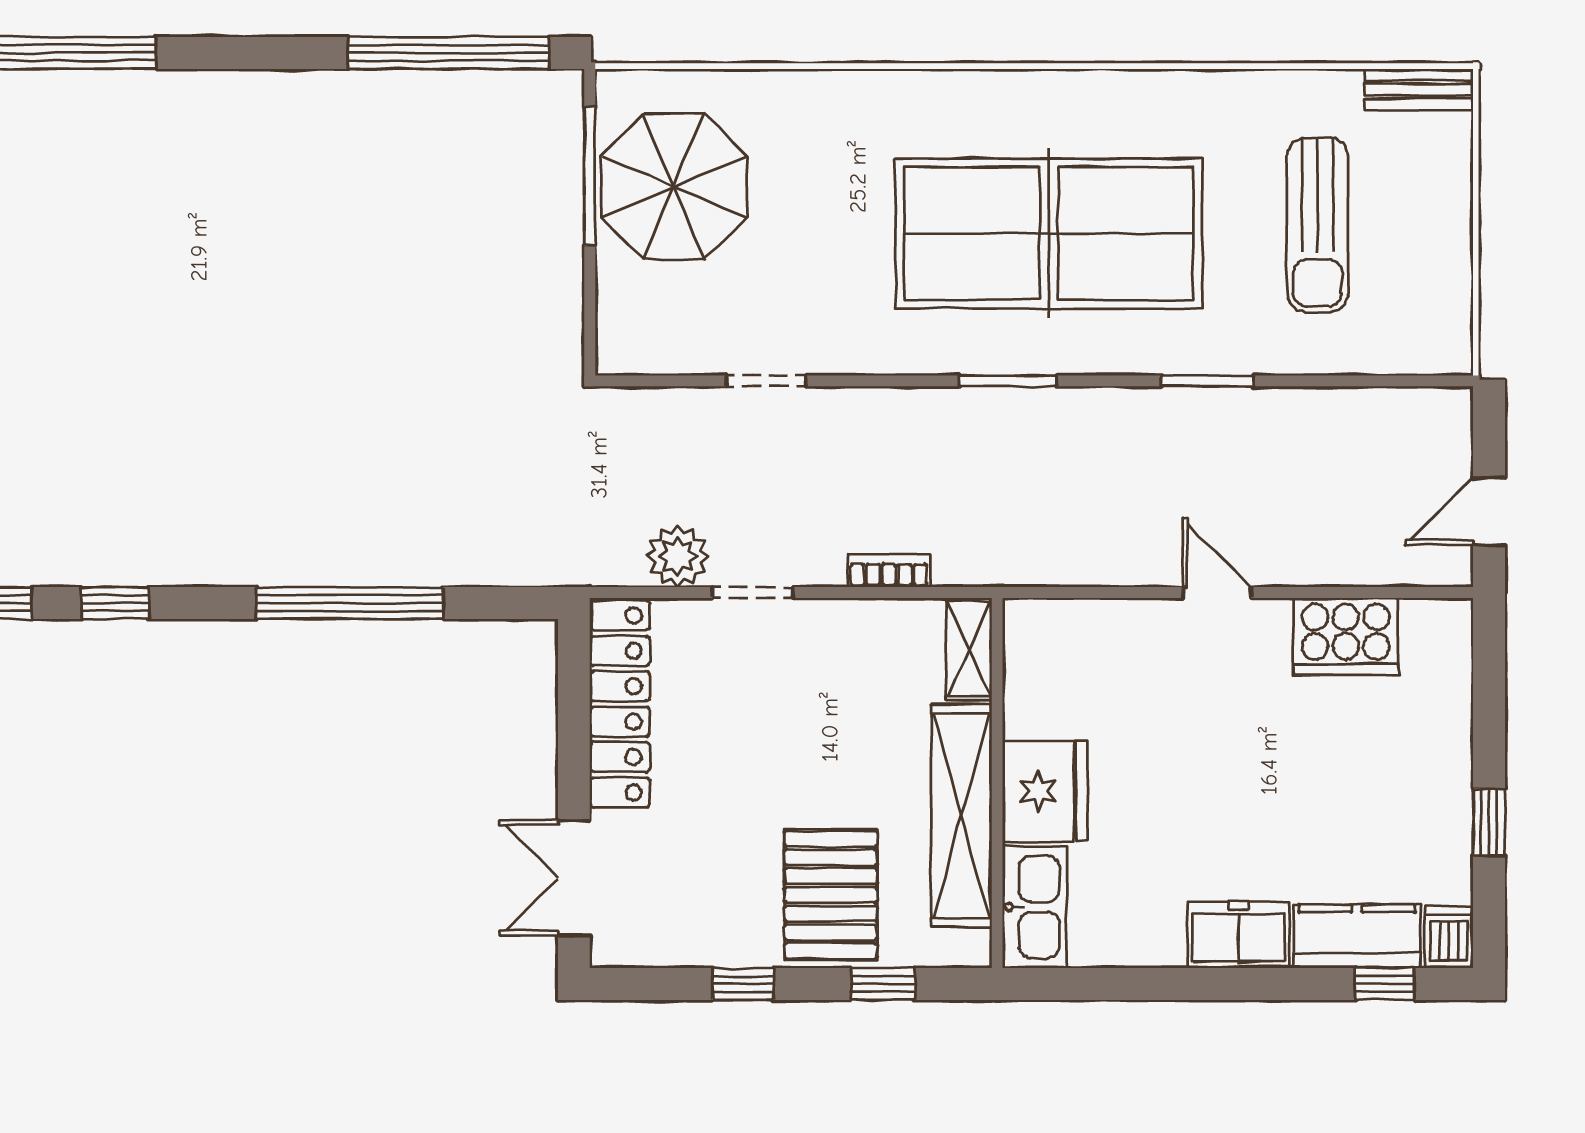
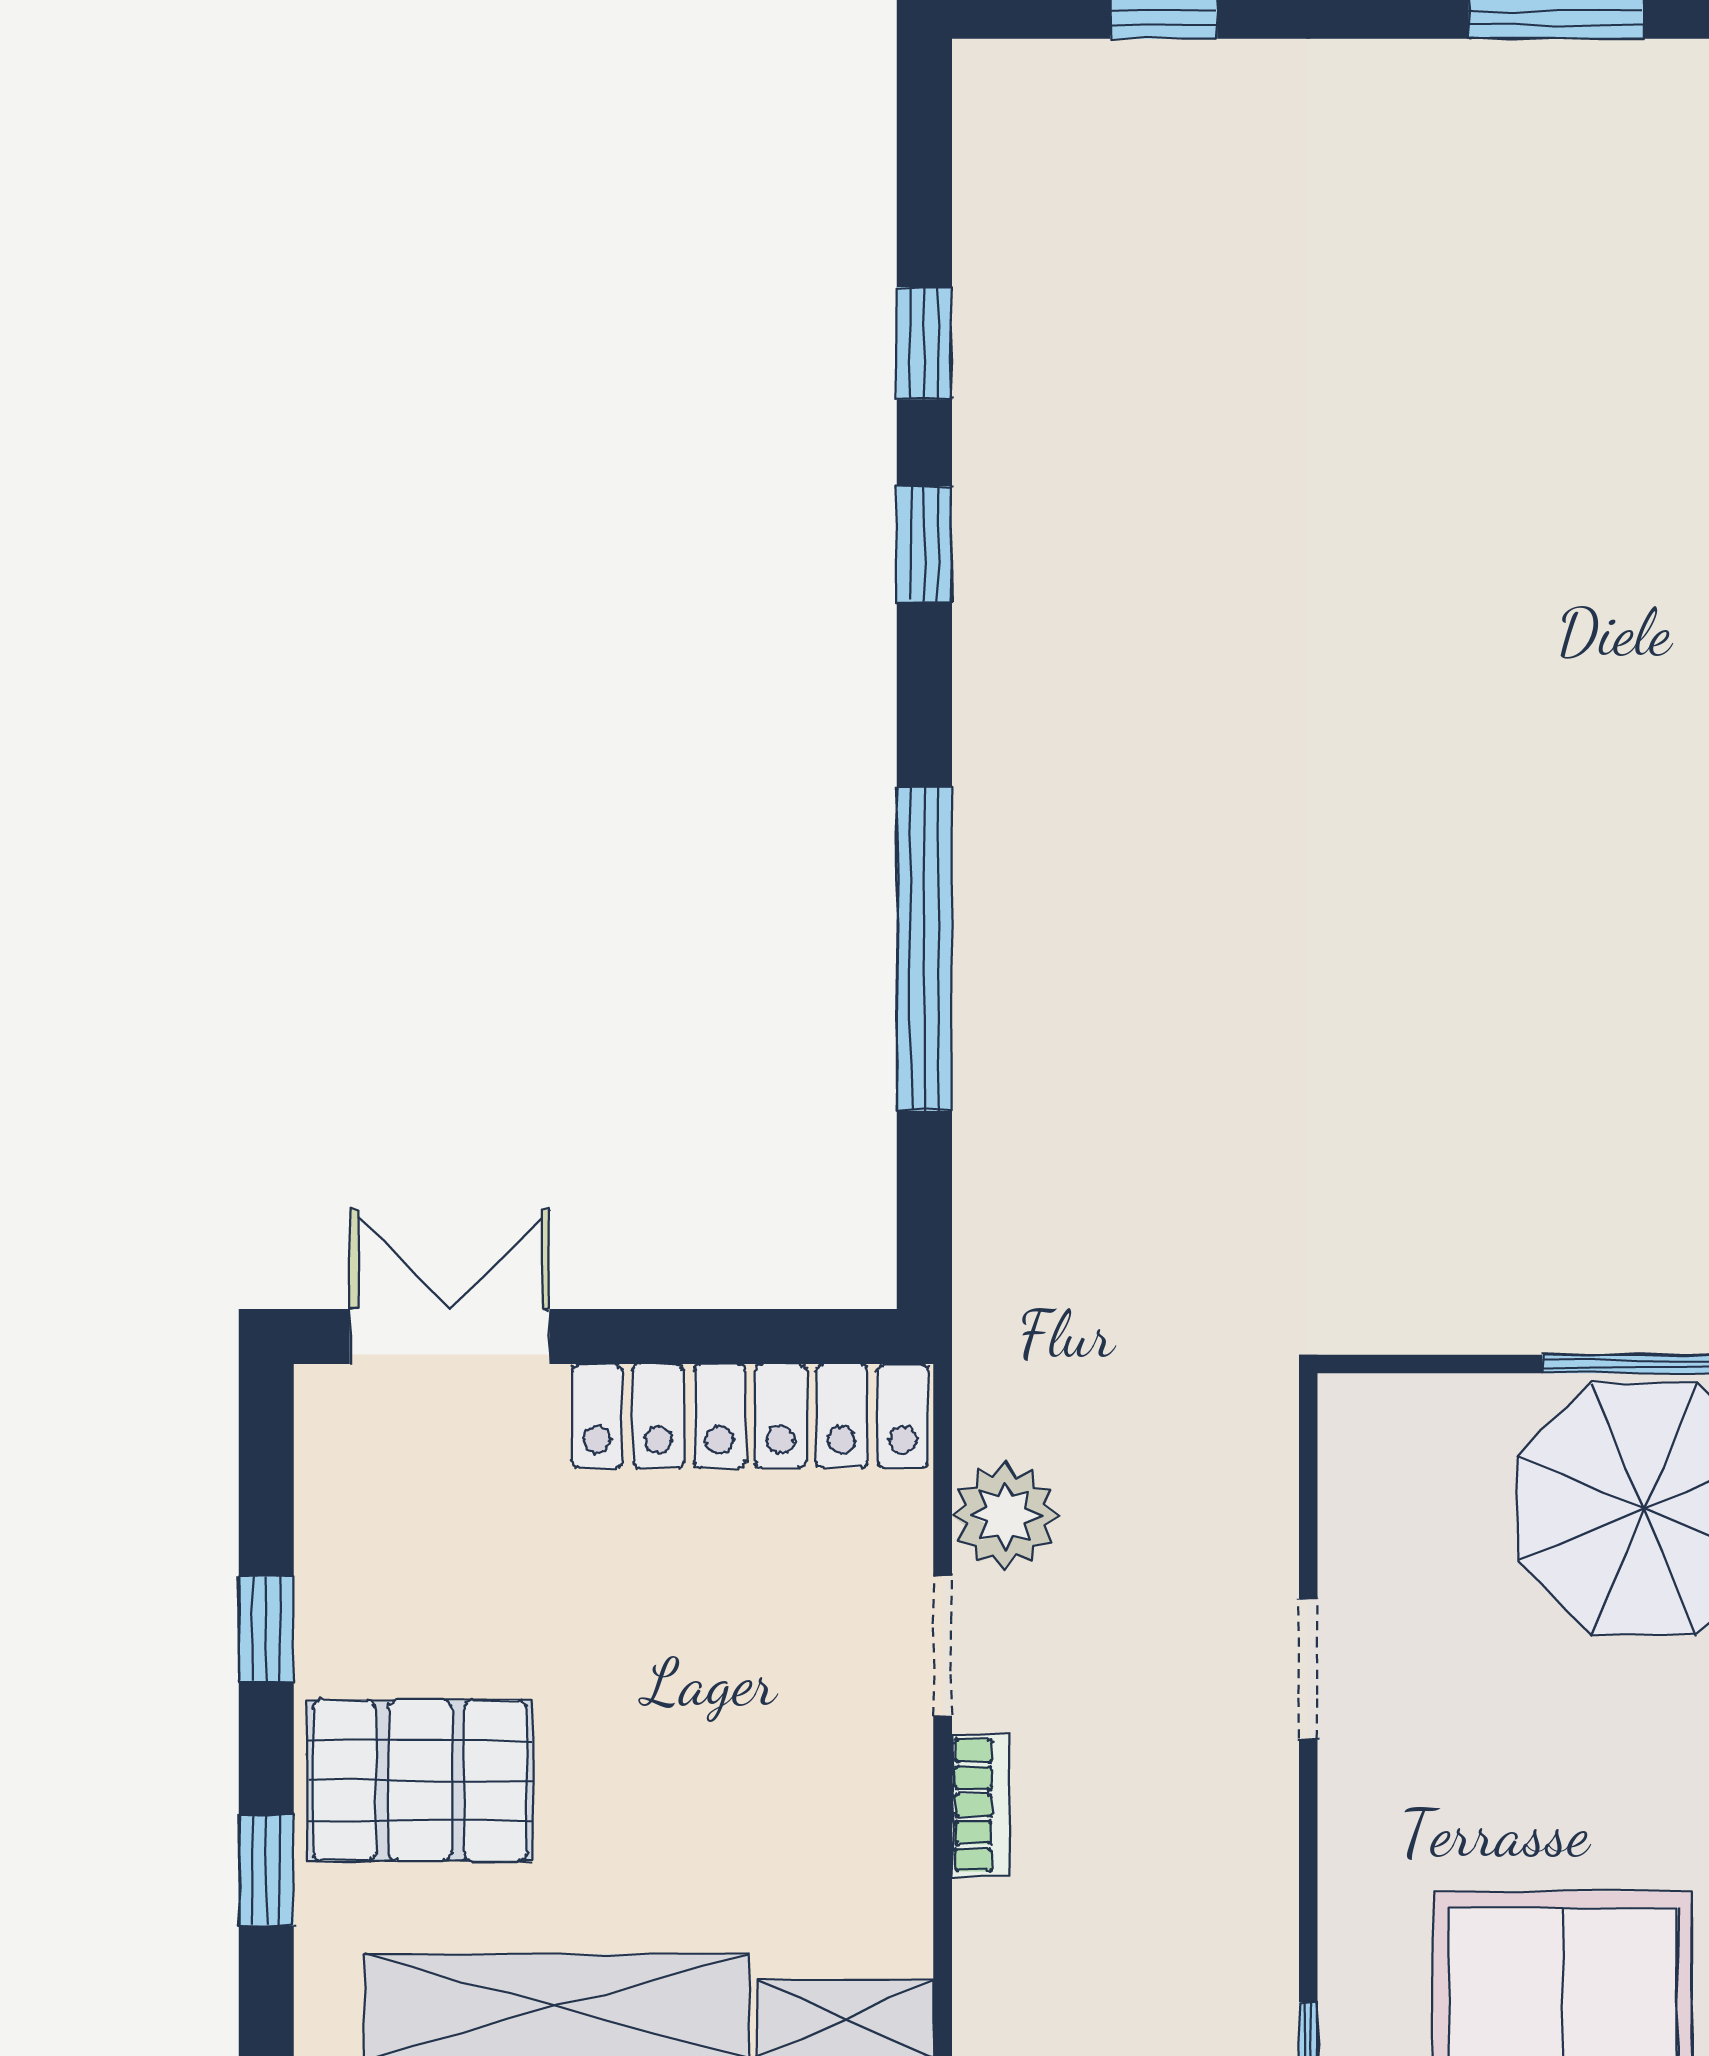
bookcase: (889, 571) -> (980, 1805), moved

